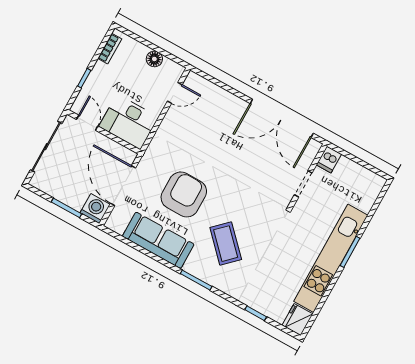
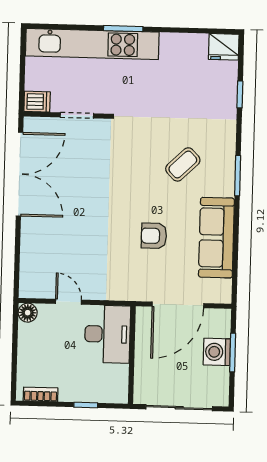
floor lamp: (154, 59) -> (28, 313), moved
door: (175, 93) -> (68, 302), moved
door: (87, 123) -> (131, 378), removed
armchair: (184, 194) -> (154, 236), width x0.53, depth x0.53
washing machine: (95, 209) -> (217, 352), moved
coffee table: (226, 244) -> (183, 164), width x0.73, depth x0.77
kitchen unit: (331, 258) -> (92, 44), moved

